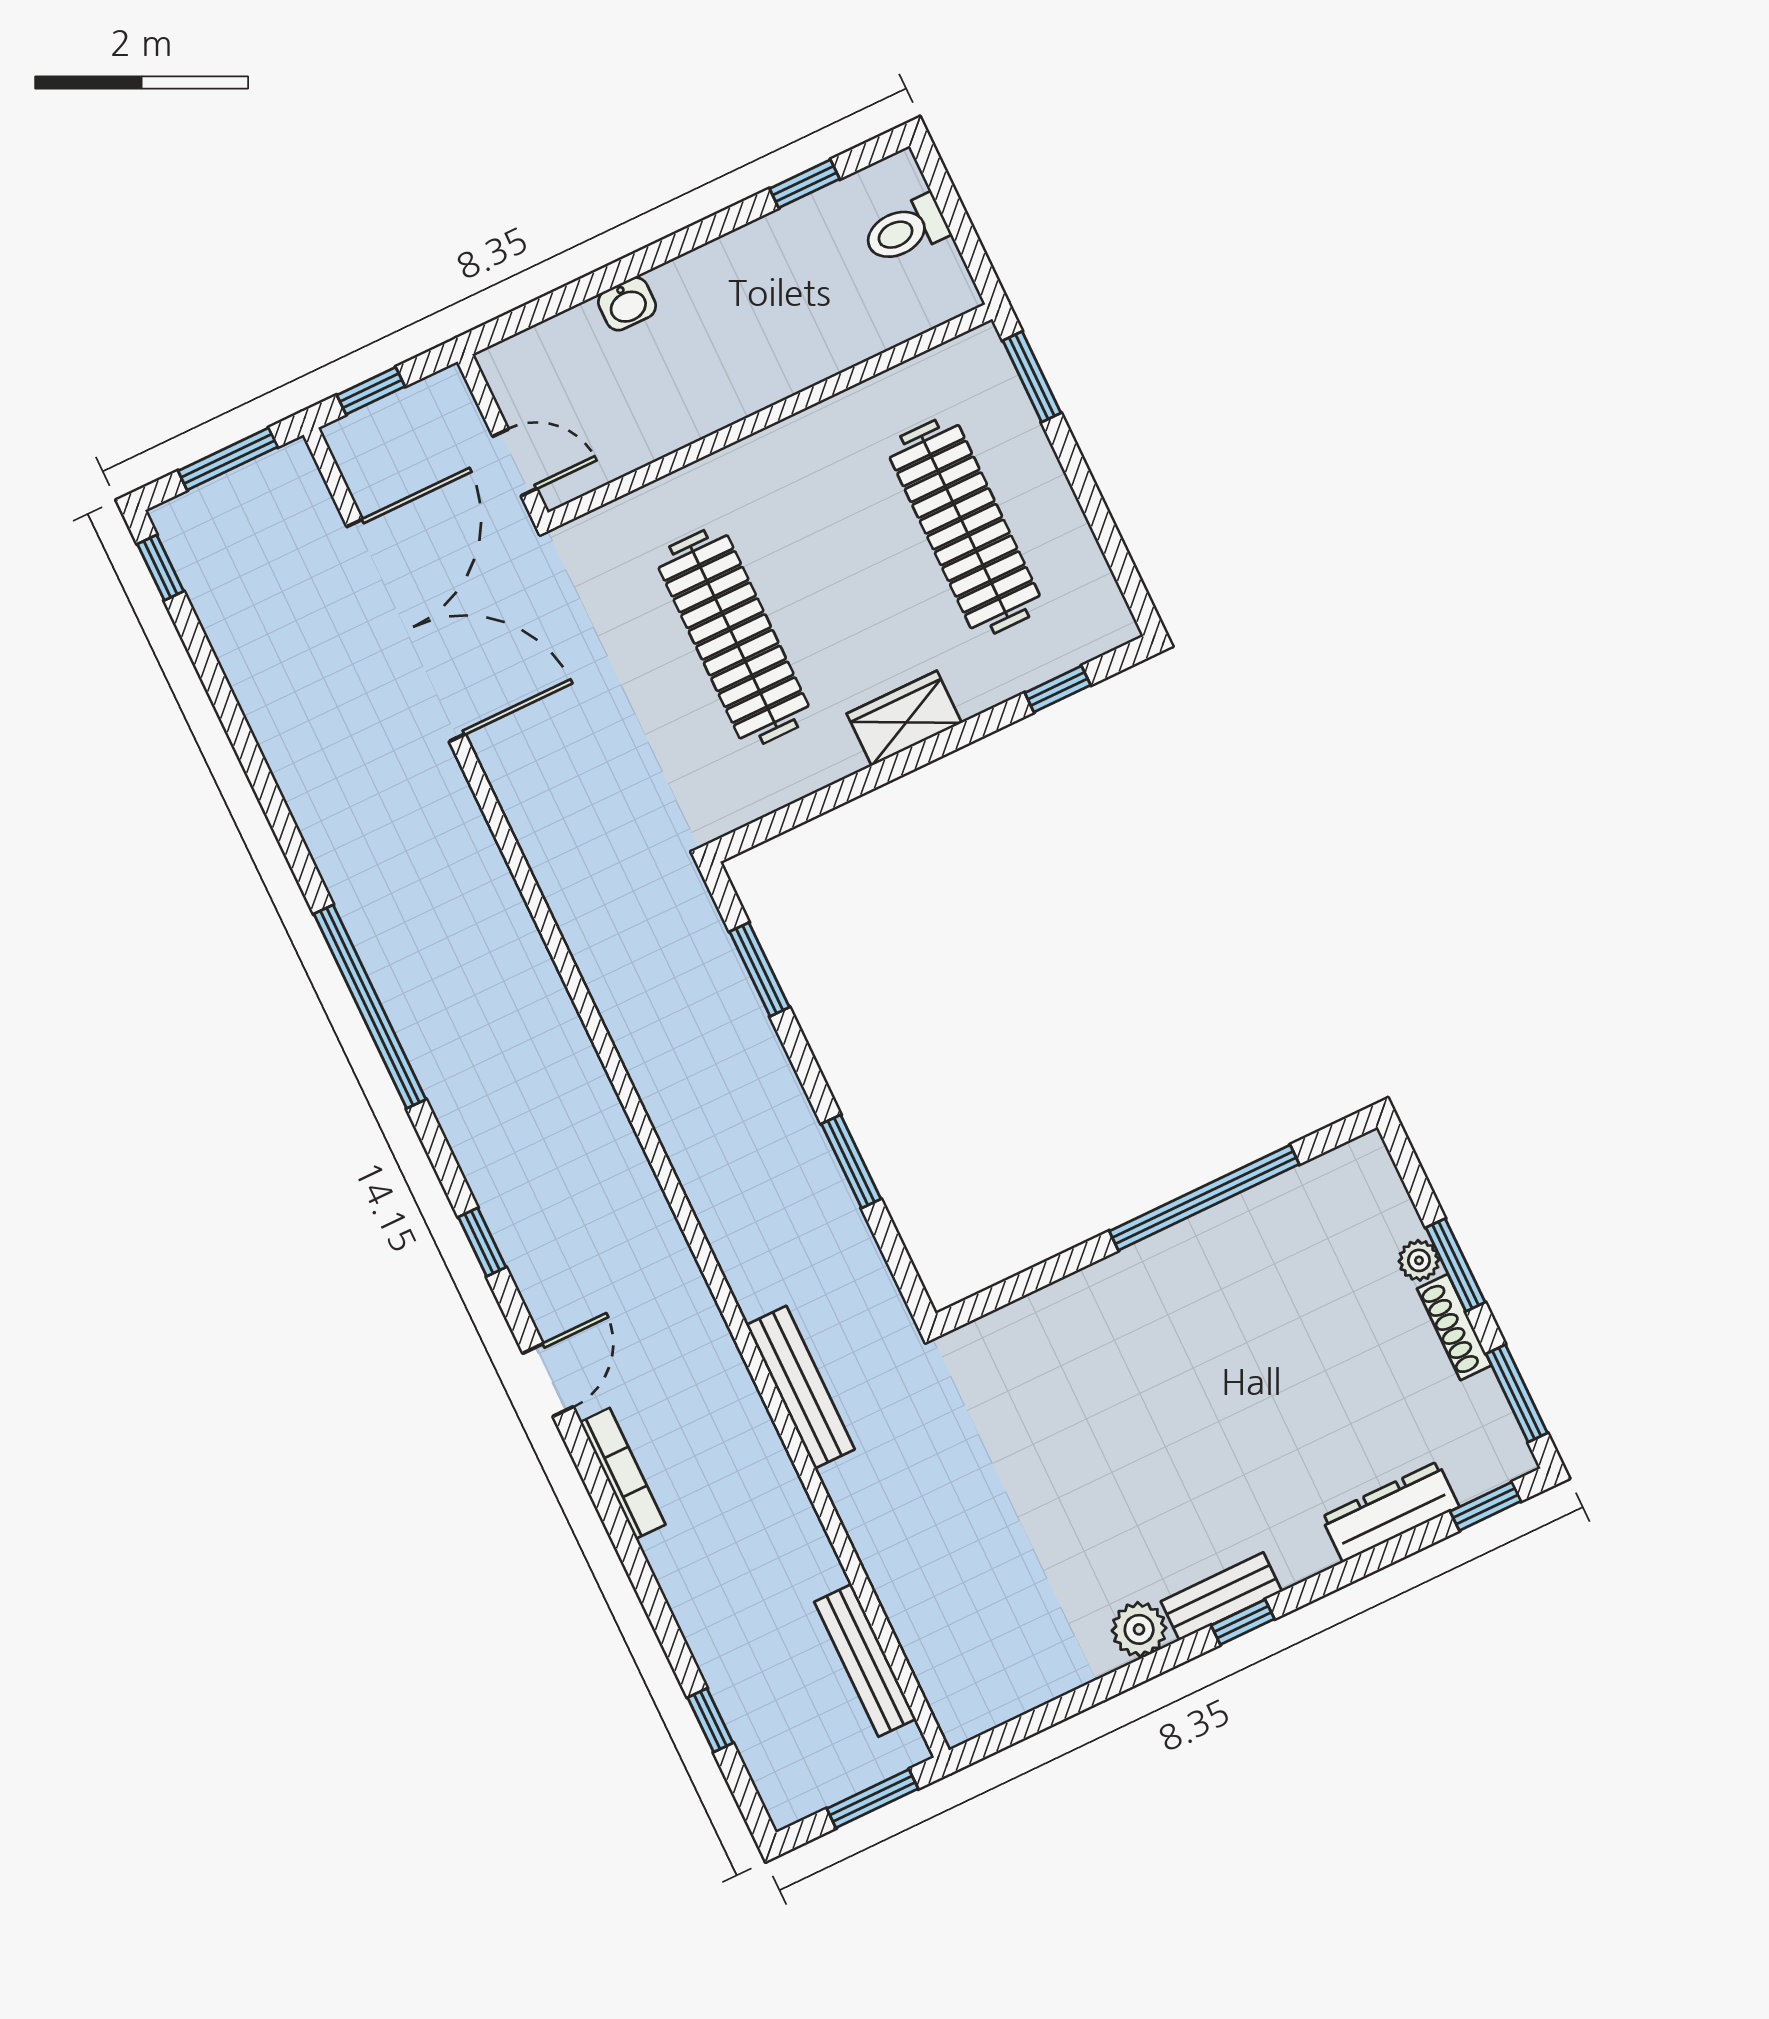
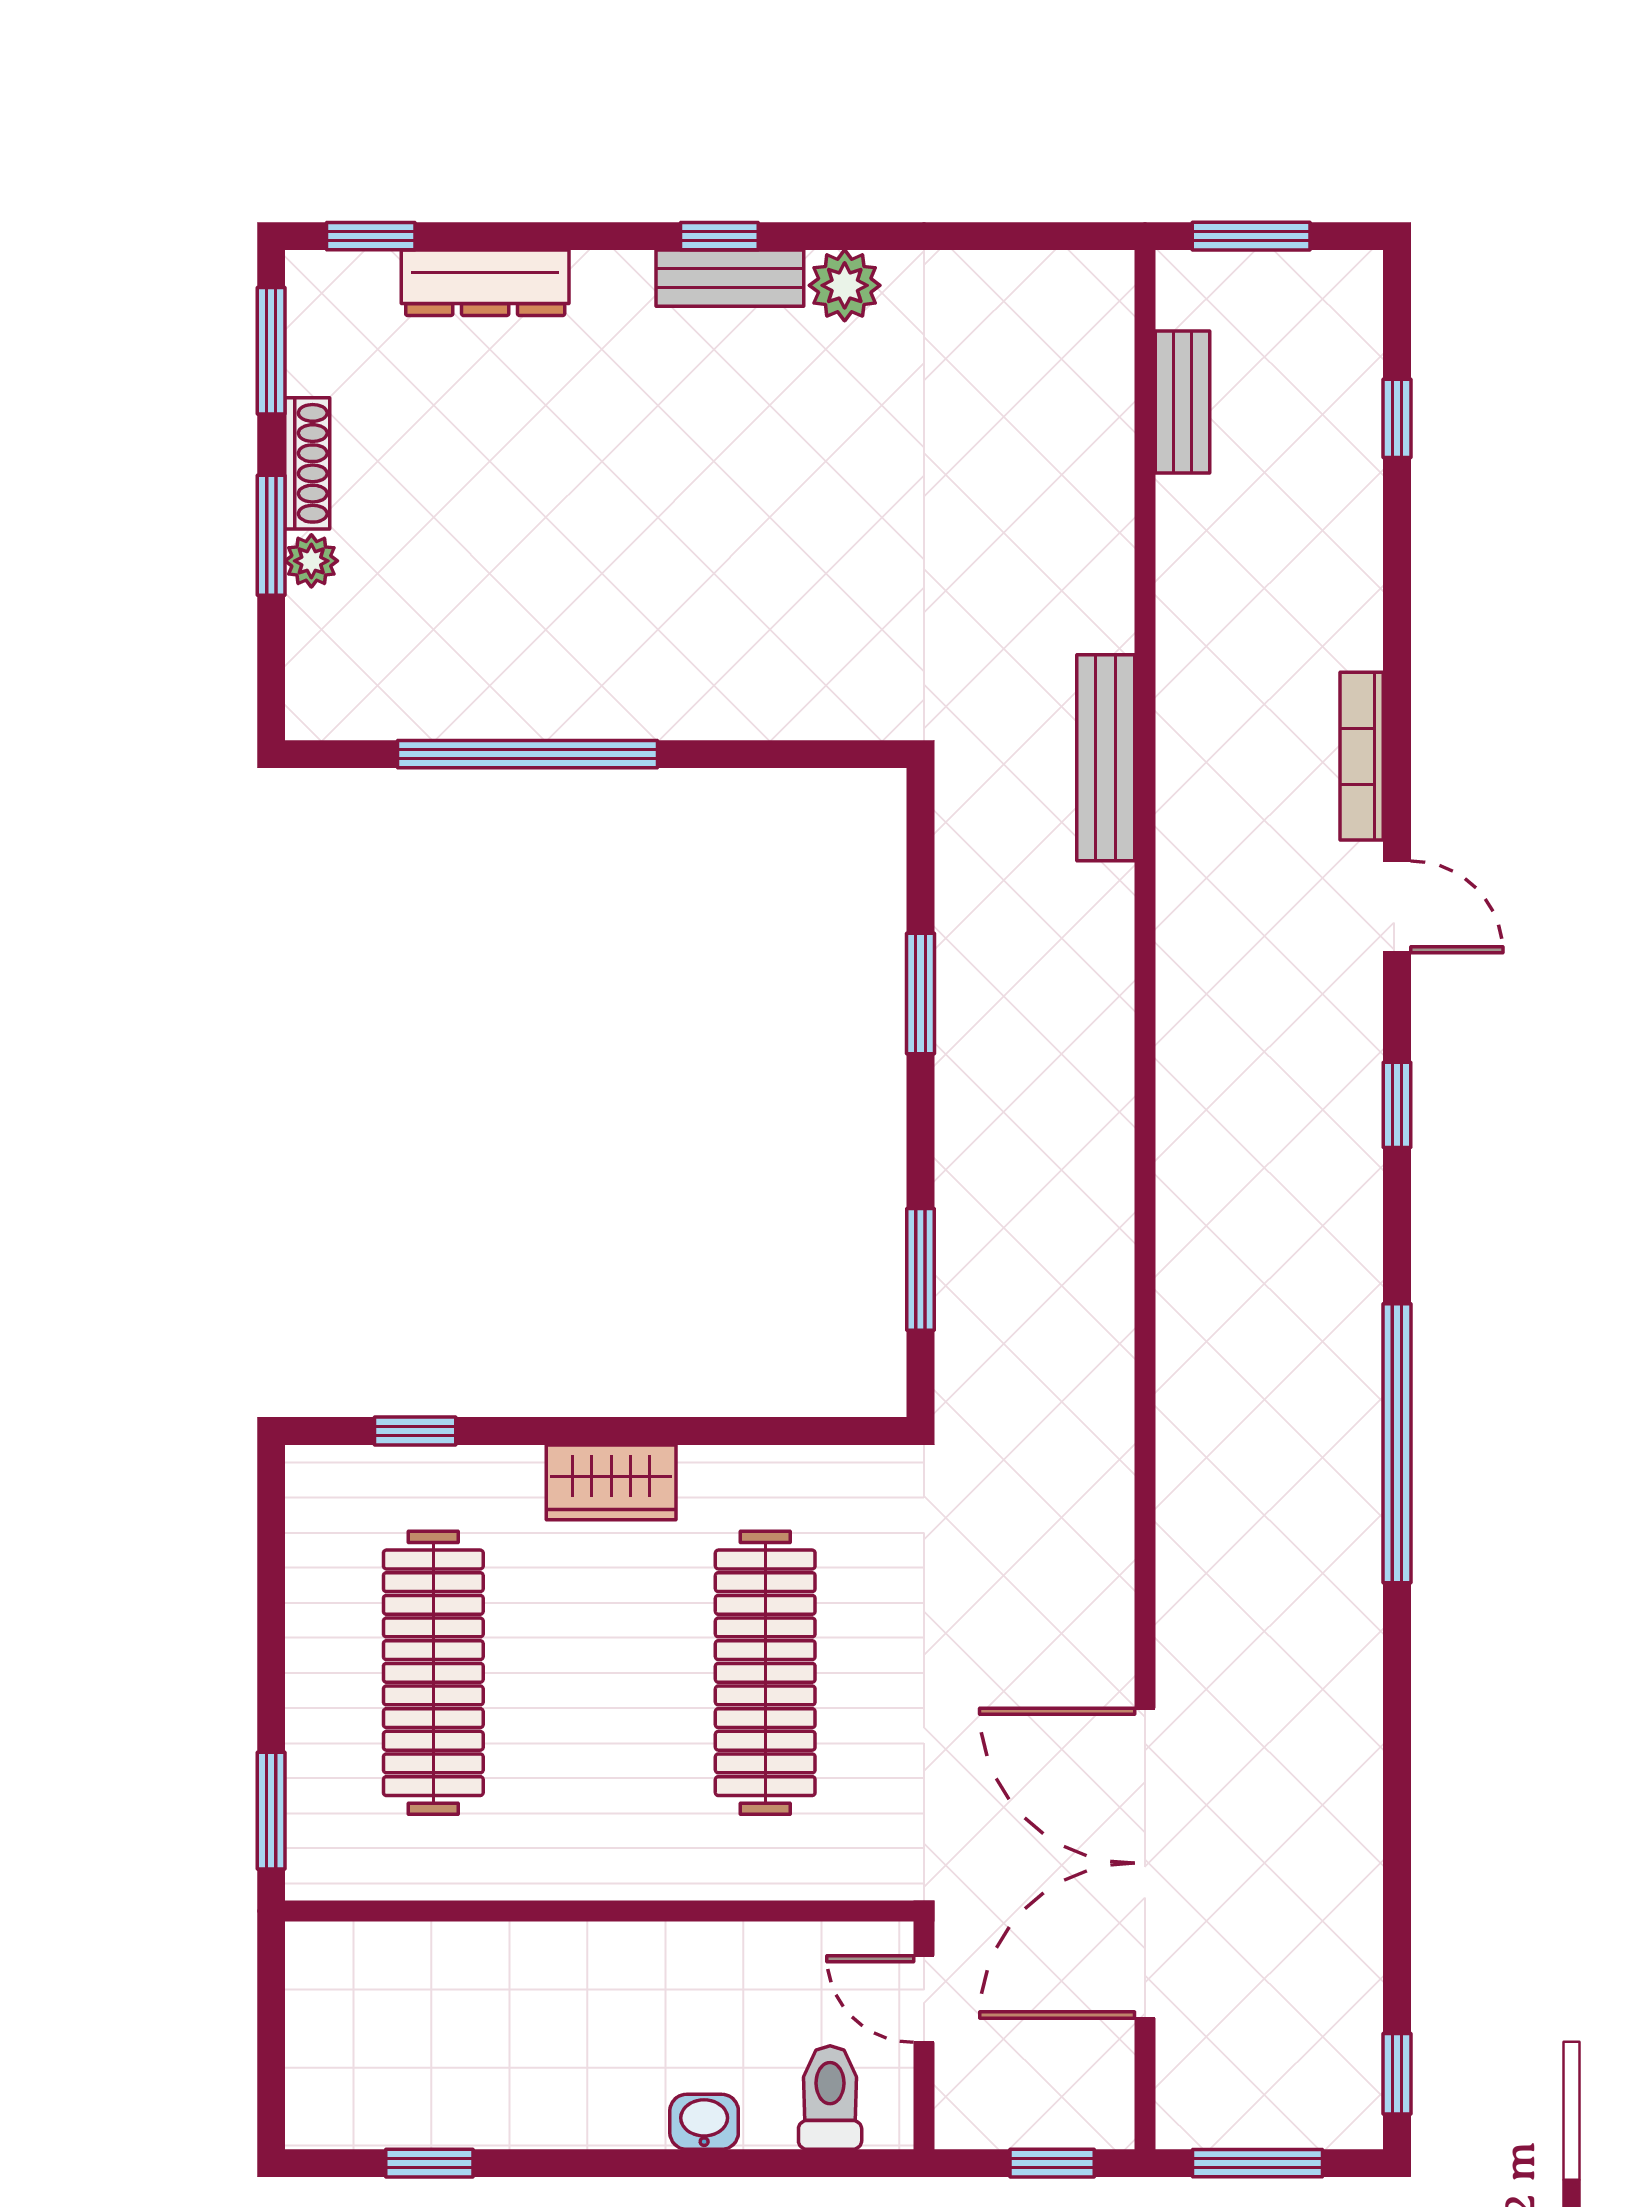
toilet: (906, 230) -> (830, 2098), moved, turned -90
door: (548, 1380) -> (1397, 907), swing flipped
bench: (865, 1660) -> (1182, 402), width x0.73

